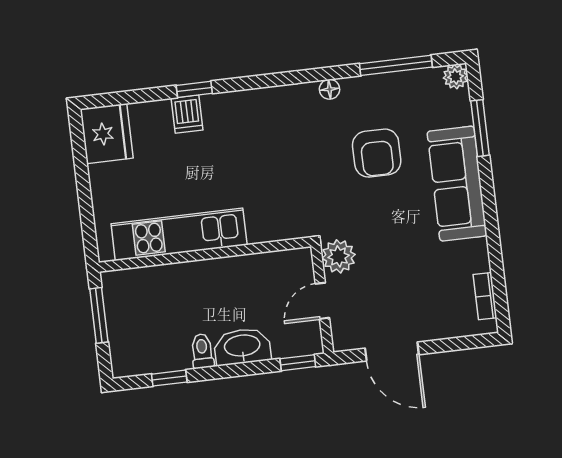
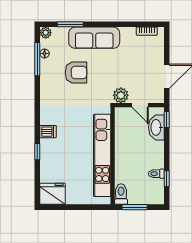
floor lamp: (330, 89) -> (45, 53), moved
dishwasher: (187, 114) -> (48, 132), moved
kitchen unit: (179, 234) -> (102, 155), width x1.36
toilet: (124, 283) -> (121, 194), added
washbasin: (242, 346) -> (156, 127), moved
toilet: (202, 351) -> (156, 174), moved

